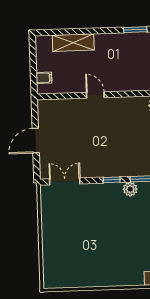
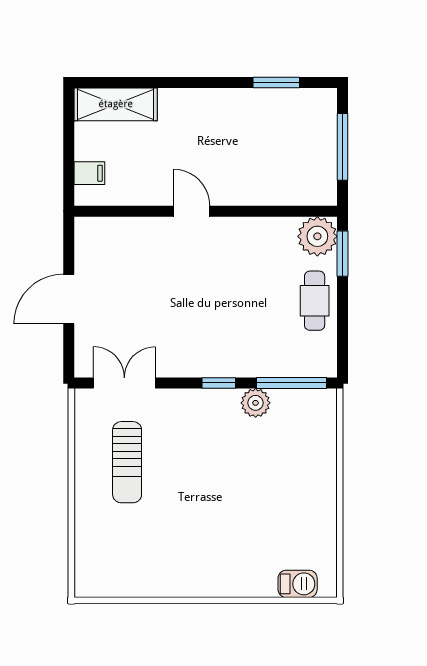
shelving: (73, 43) -> (116, 104), moved
sun lounger: (67, 221) -> (127, 462), added

